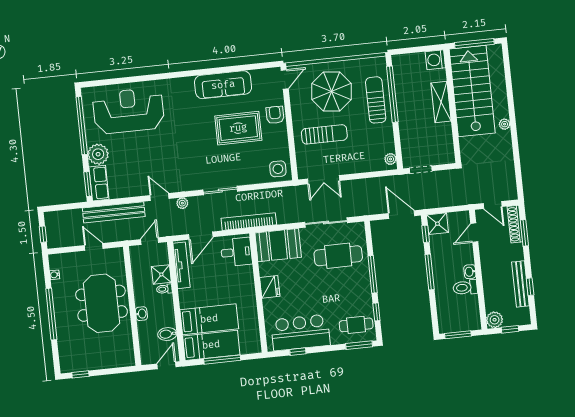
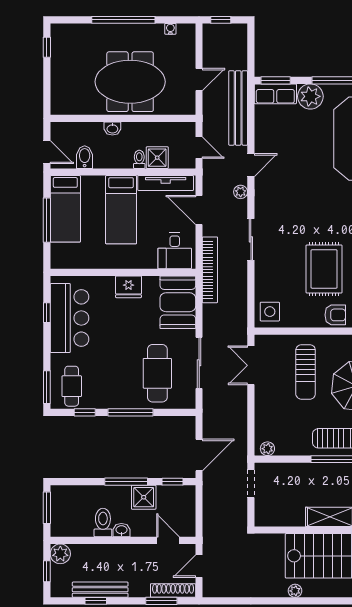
shower: (437, 224) -> (144, 497), moved
bed: (209, 319) -> (121, 210), moved

